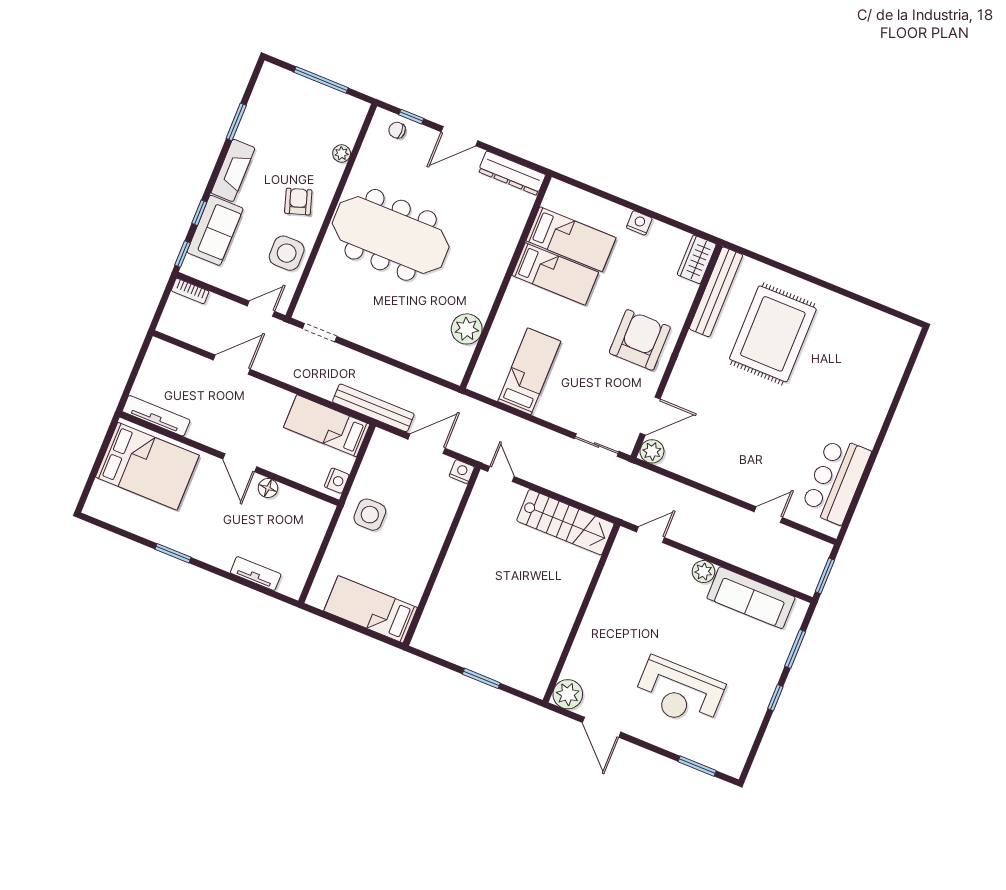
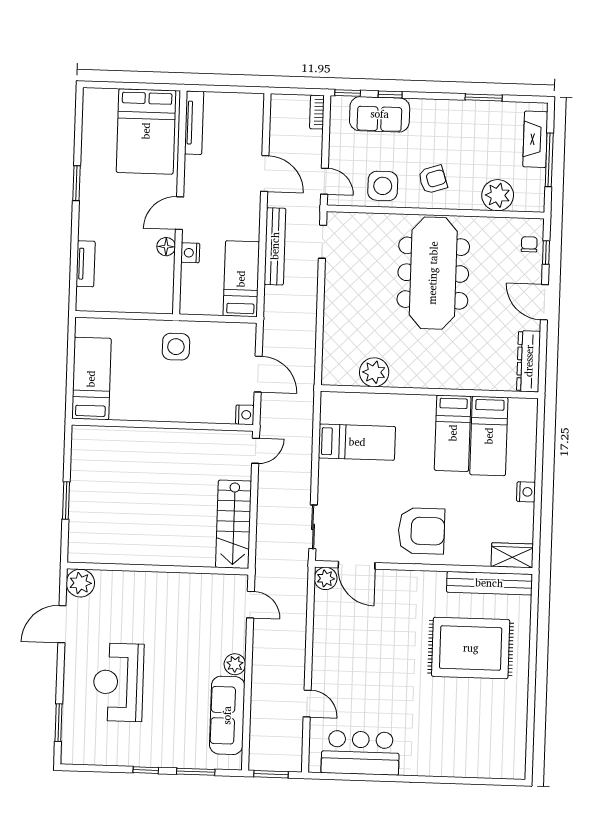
plant: (342, 153) -> (498, 195), width x1.88, depth x1.88
fireplace: (233, 170) -> (535, 139), moved, turned 90
bench: (373, 408) -> (275, 246), moved
nightstand: (337, 481) -> (190, 253), moved, turned 90

